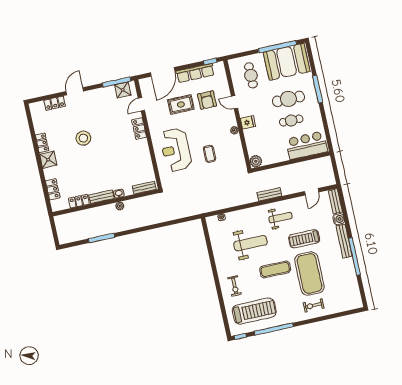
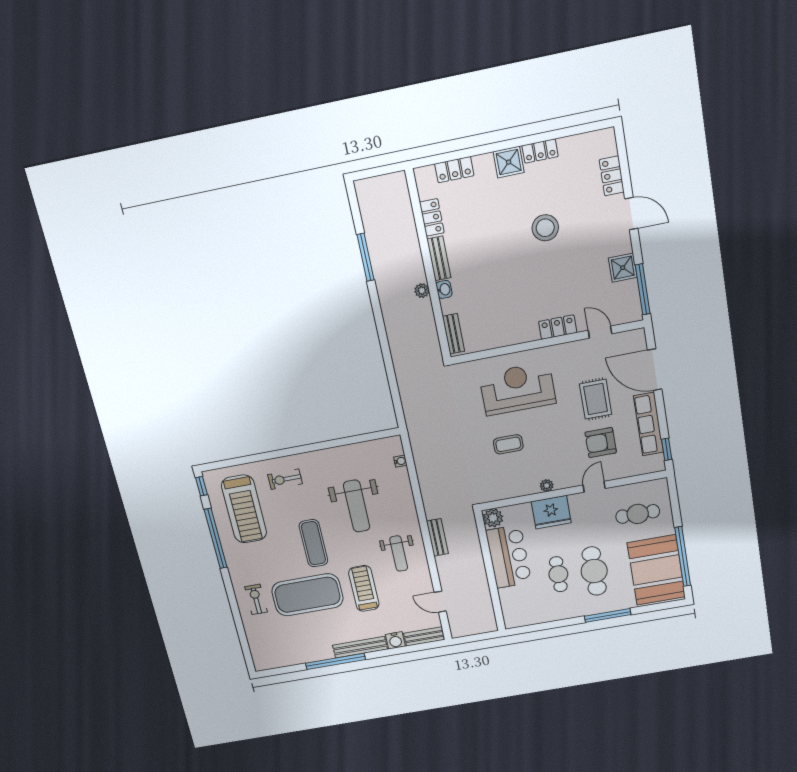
shower: (123, 90) -> (623, 268), moved
fridge: (248, 122) -> (551, 512), width x1.88, depth x1.34
bar counter: (307, 145) -> (509, 557), moved

